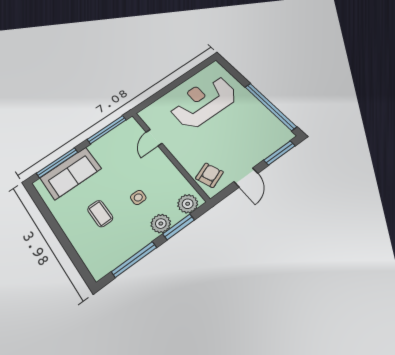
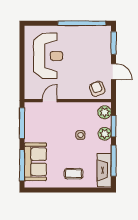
reception desk: (203, 102) -> (48, 56), turned 180
door: (154, 138) -> (50, 101), swing flipped
coffee table: (100, 214) -> (74, 174), moved
fireplace: (113, 257) -> (104, 170), added

